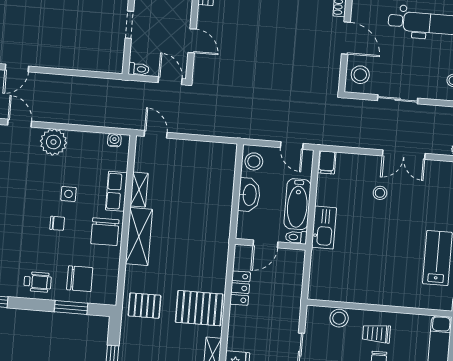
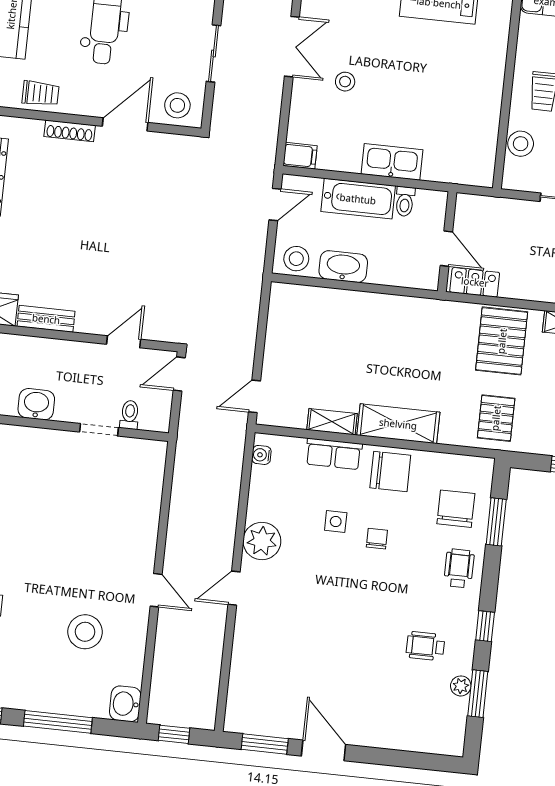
toilet: (139, 69) -> (130, 415), moved
door: (265, 244) -> (446, 249), moved
wall: (270, 244) -> (447, 242), moved

